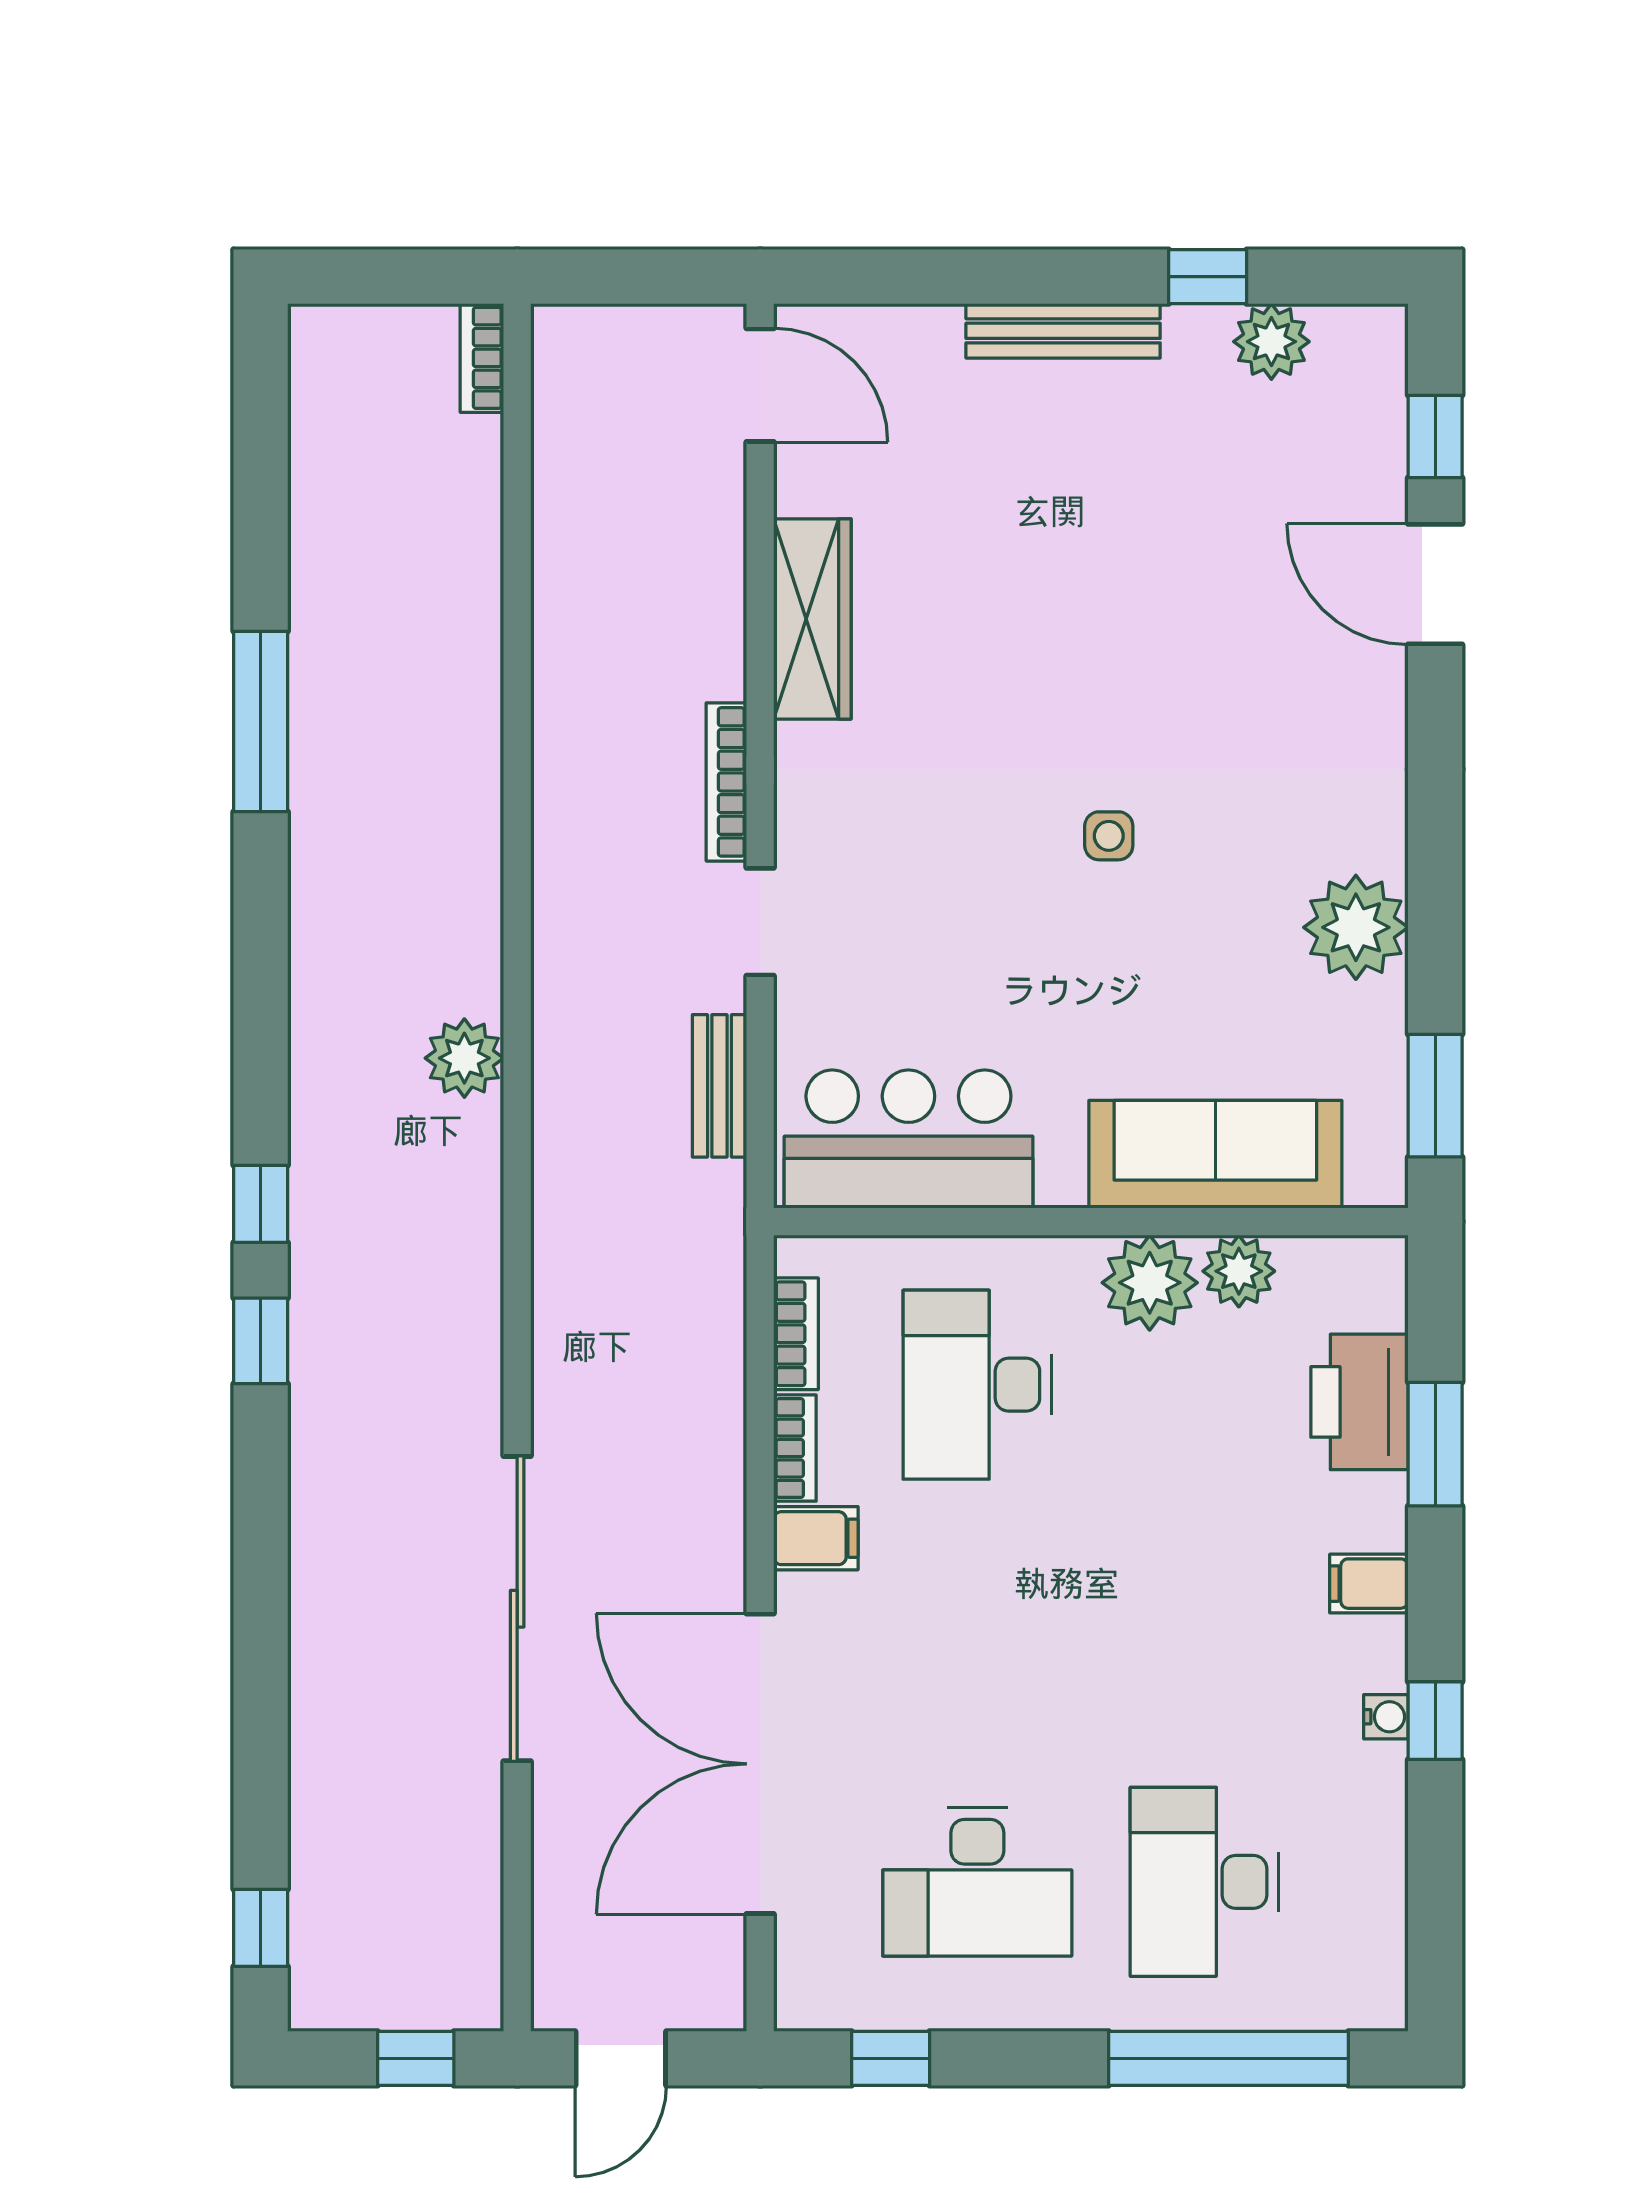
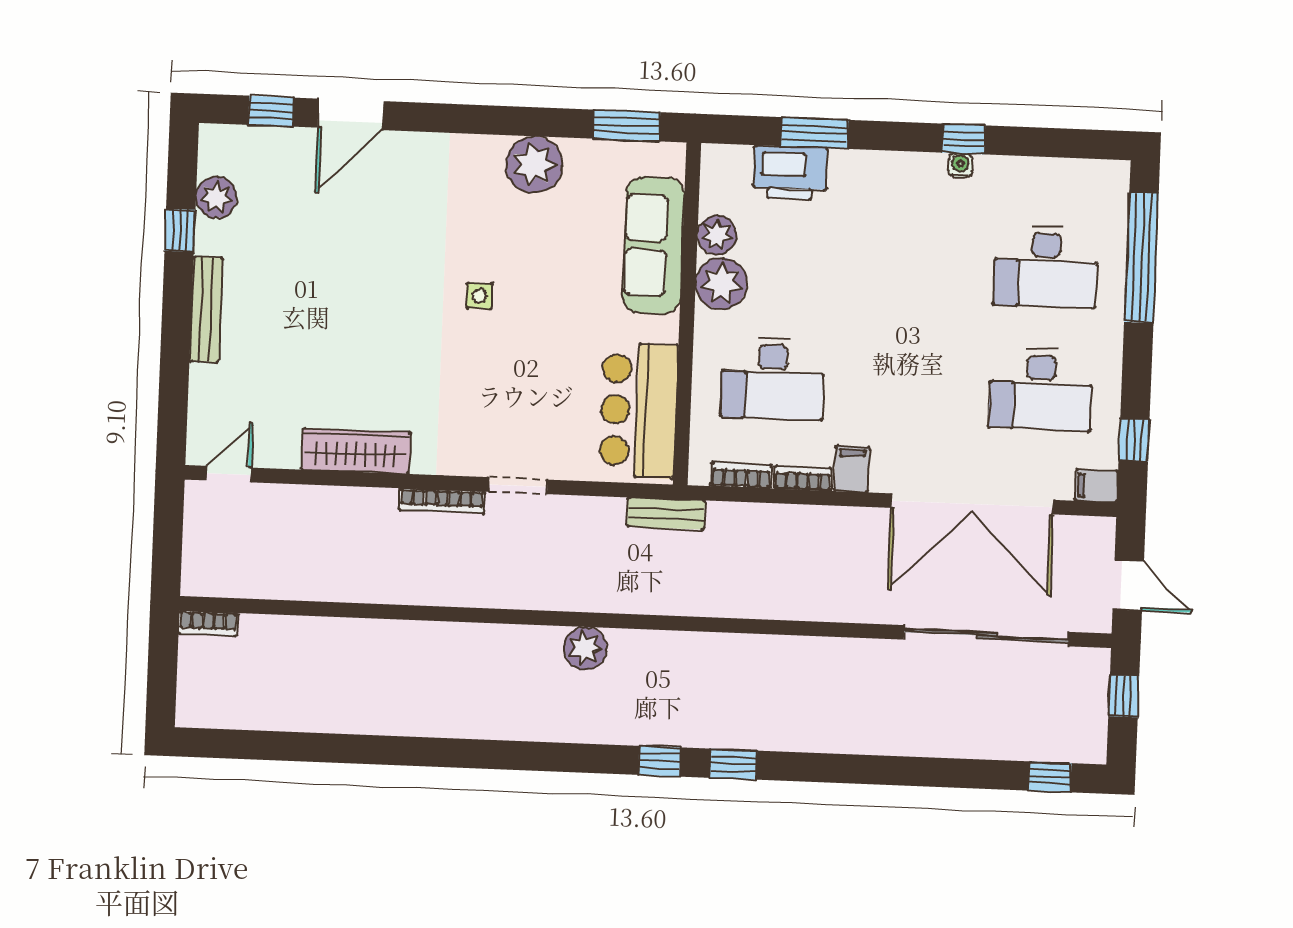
door: (760, 385) -> (229, 474), width x0.73
window: (261, 721) -> (399, 751), removed
bench: (719, 1086) -> (666, 514), moved
filing cabinet: (1369, 1584) -> (1096, 486), moved, turned 90
sliding door: (517, 1609) -> (986, 636), moved
desk: (977, 1882) -> (1041, 389), turned 90

